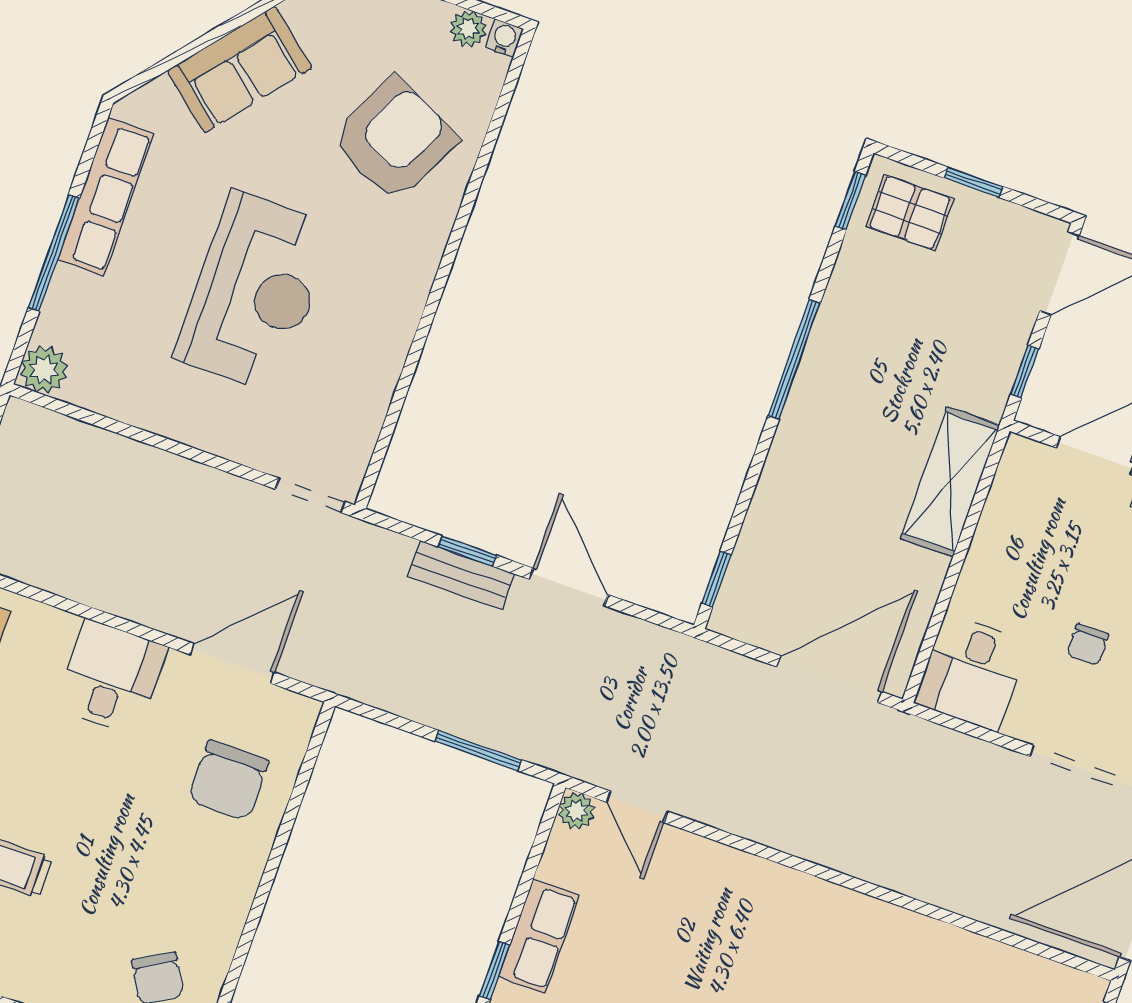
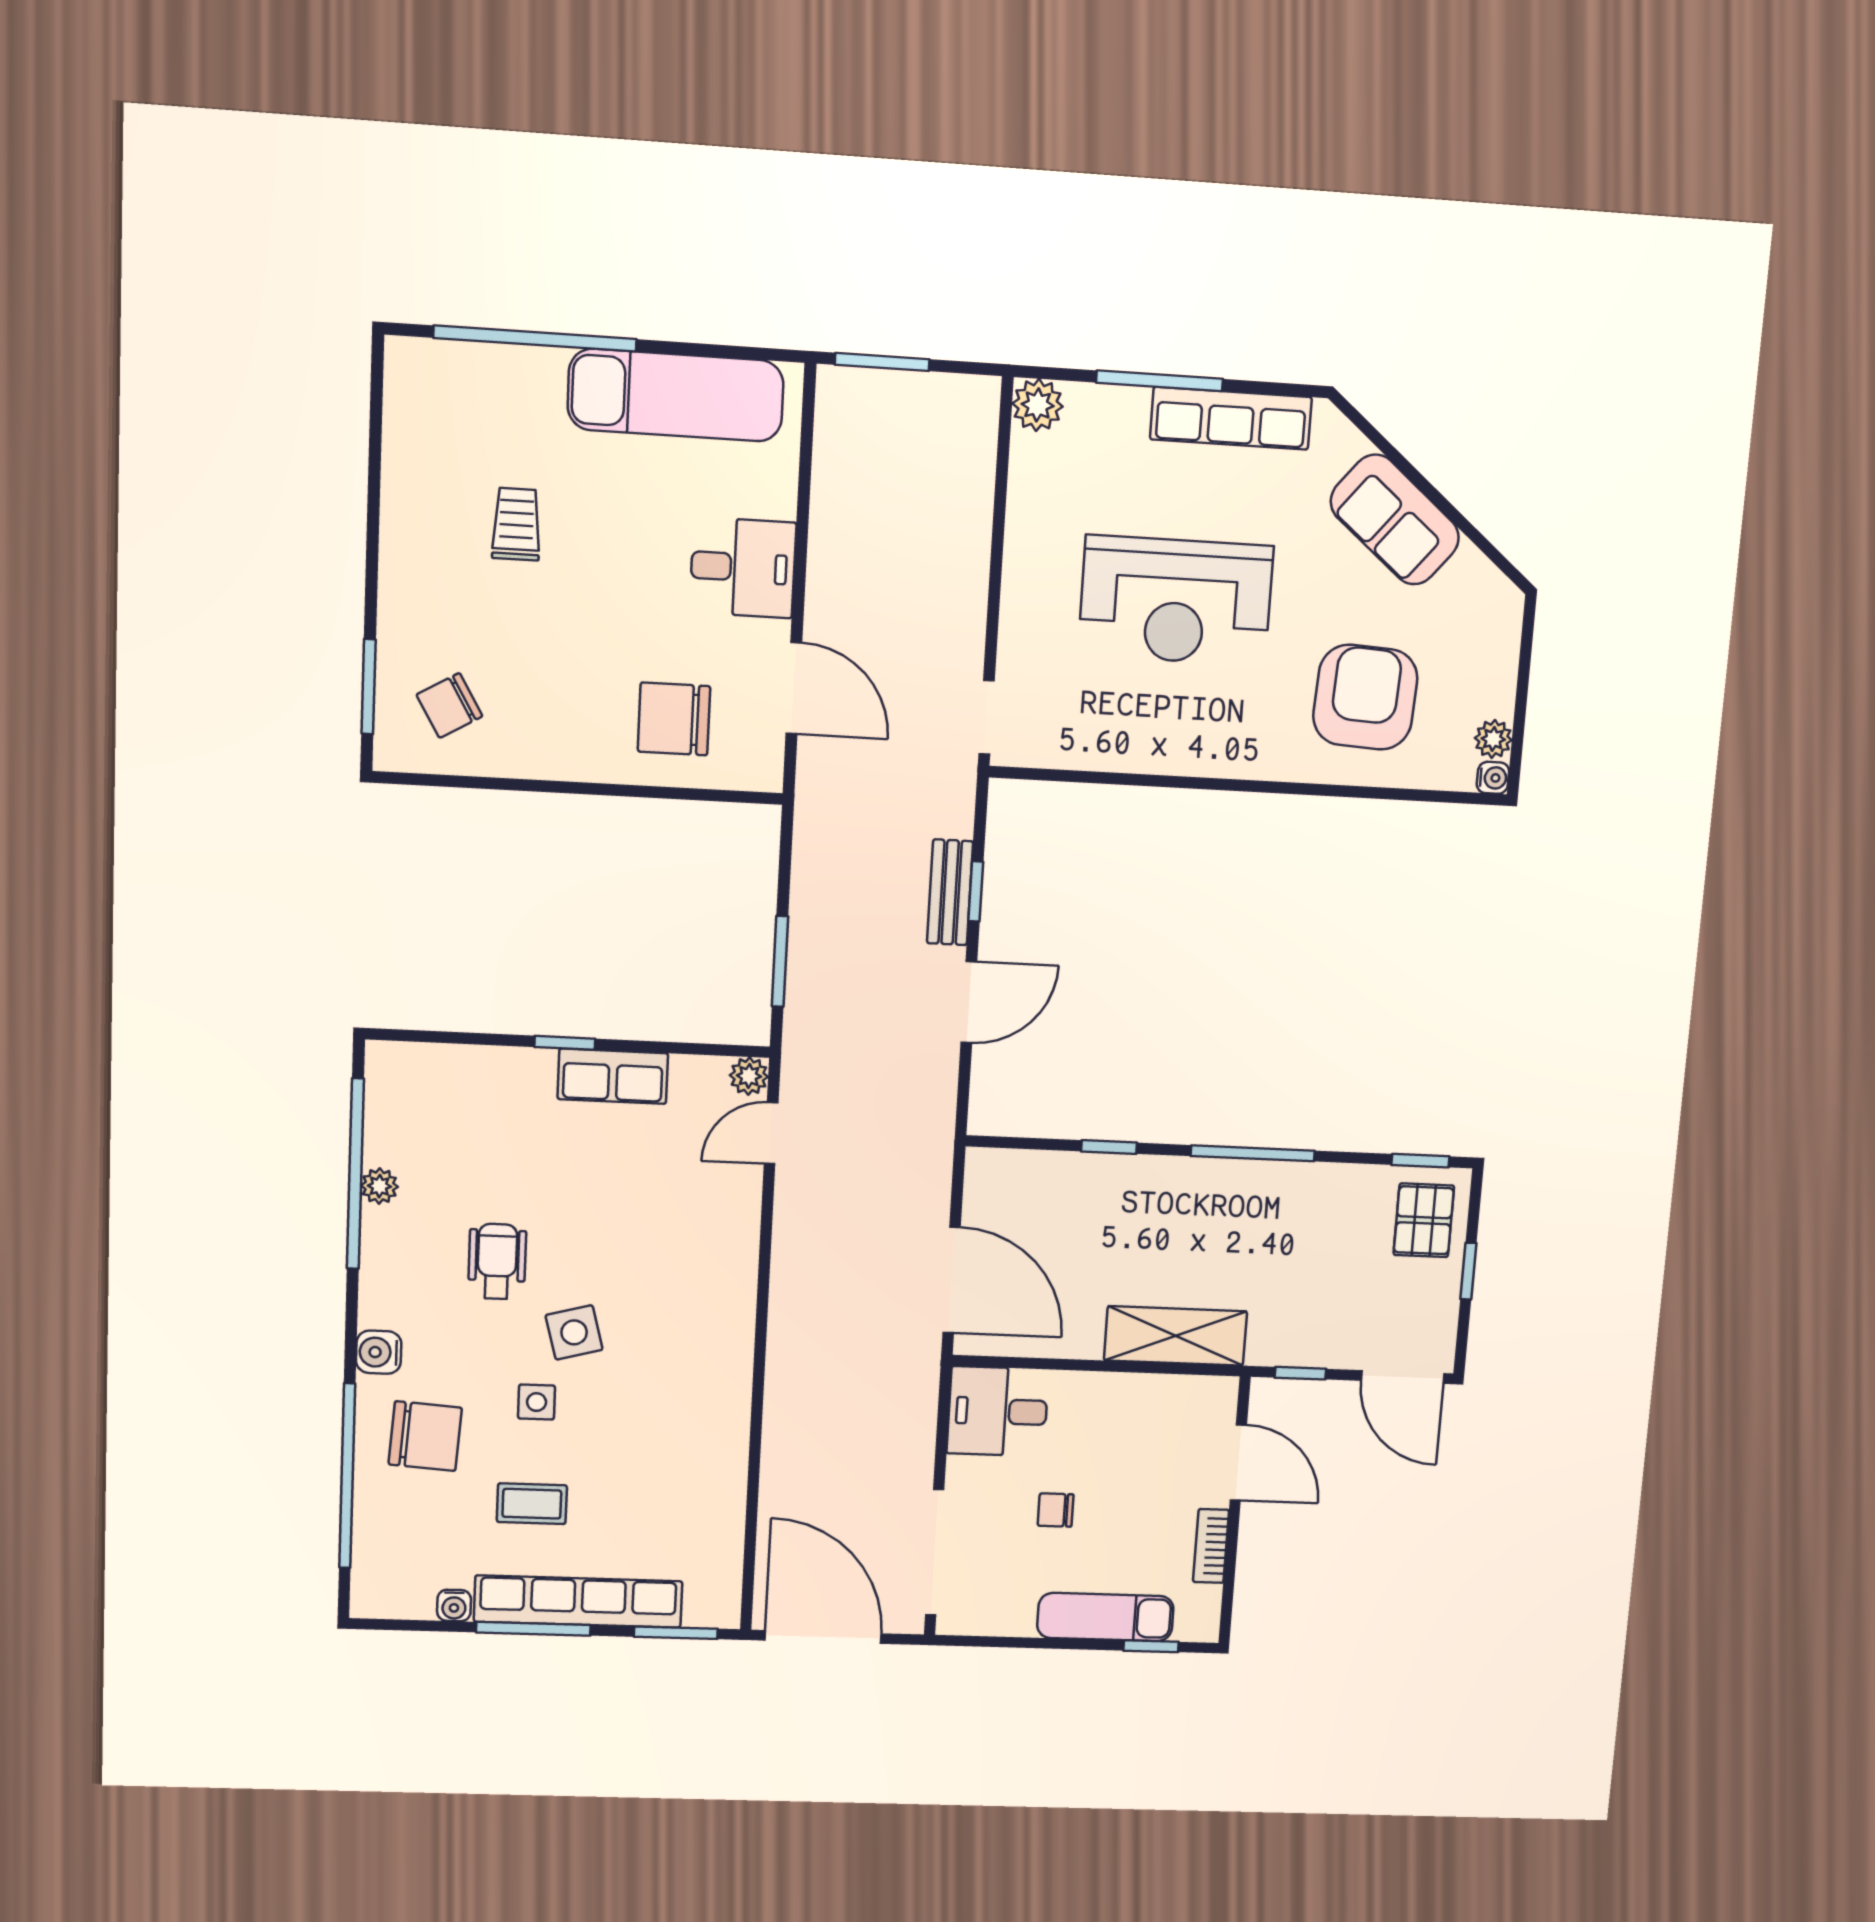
armchair: (394, 139) -> (1365, 697), turned -113
window: (716, 579) -> (1109, 1147), moved

